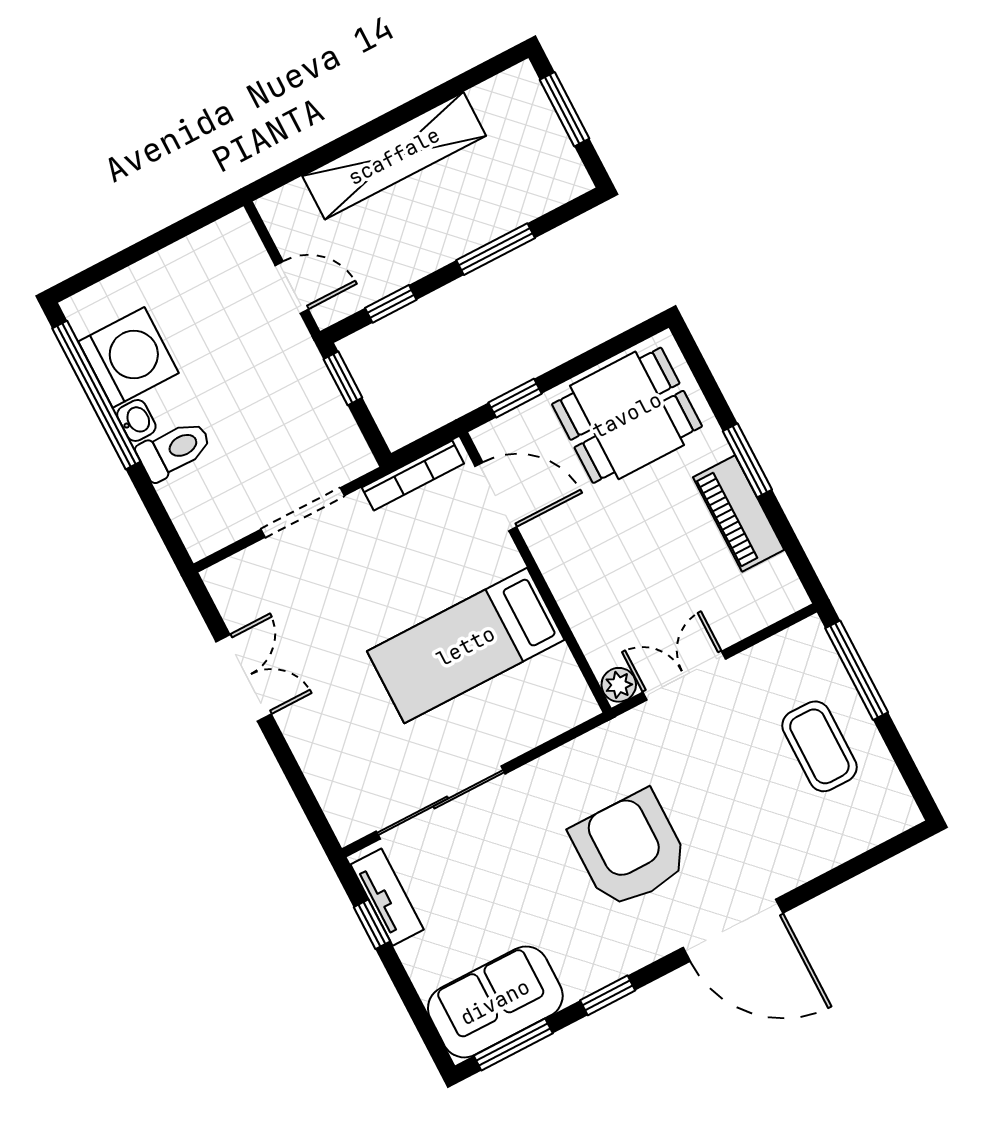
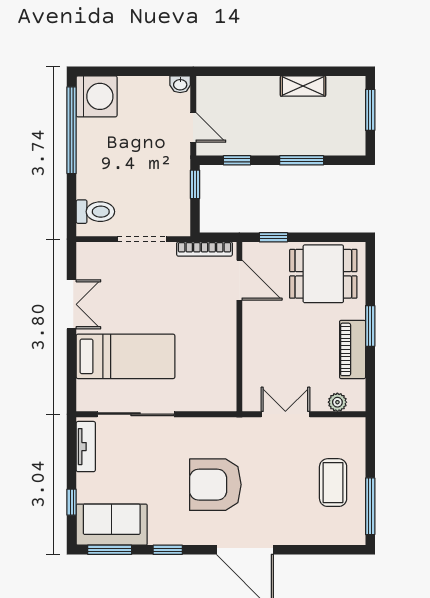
shelving: (394, 156) -> (303, 86), width x0.45, depth x0.75
washing machine: (128, 357) -> (97, 96), moved
washbasin: (136, 420) -> (180, 84), moved, turned 90
toilet: (174, 450) -> (95, 212), moved
bed: (466, 646) -> (125, 356), moved, turned 180
window: (857, 670) -> (370, 506), moved
plant: (619, 685) -> (337, 402), moved
armchair: (630, 849) -> (215, 485), turned -90
window: (372, 924) -> (72, 502), moved

